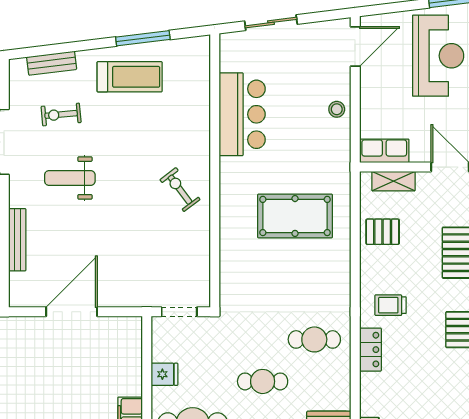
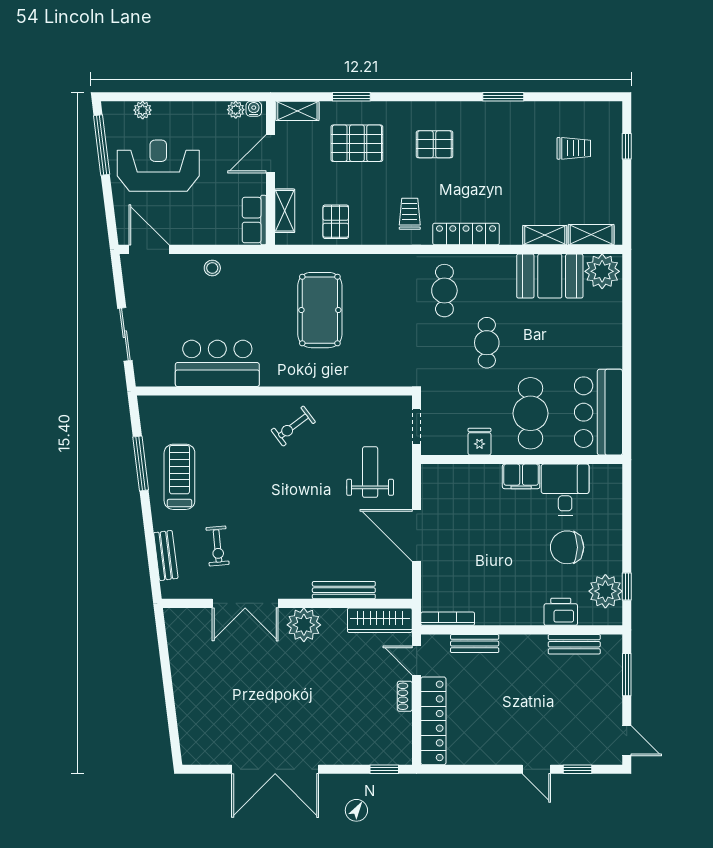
weight bench: (70, 178) -> (370, 472), moved, turned 180
trolley: (390, 305) -> (410, 214), turned 180
locker: (370, 350) -> (466, 234), width x1.53

